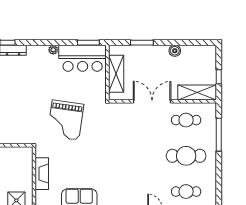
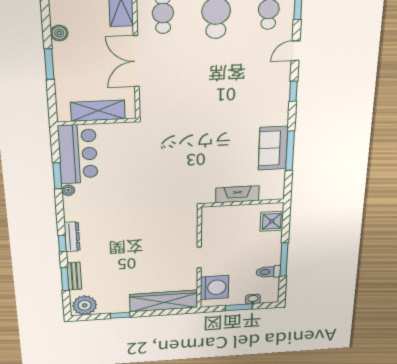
window: (88, 43) -> (57, 176), moved
window: (142, 43) -> (49, 64), moved
grand piano: (66, 120) -> (165, 170), removed

